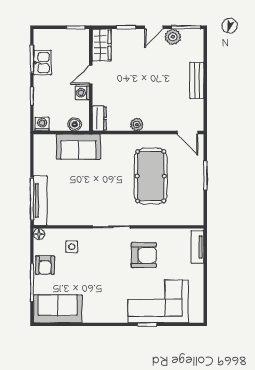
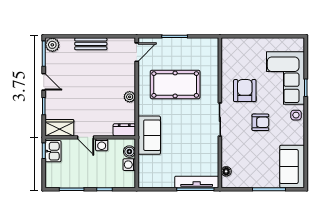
plant: (173, 37) -> (52, 45), moved
kitchen sink: (42, 63) -> (53, 151), moved, turned 90
washing machine: (42, 124) -> (129, 165), moved
sofa: (78, 147) -> (149, 135), moved
floor lamp: (39, 234) -> (226, 171), moved
side table: (72, 247) -> (296, 115), moved
tv unit: (197, 247) -> (238, 43), removed
armchair: (45, 265) -> (260, 122), moved

